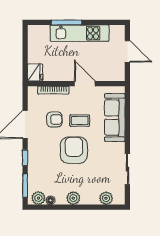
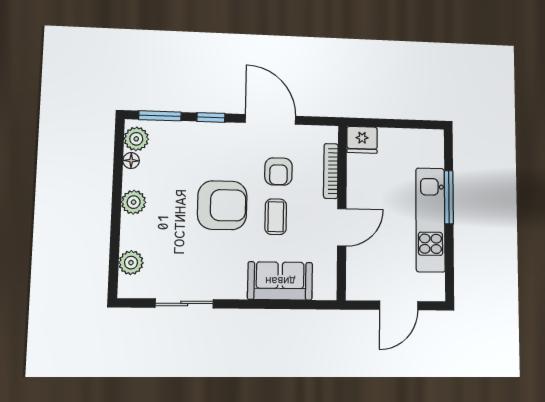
sofa: (115, 118) -> (280, 281), width x0.73

